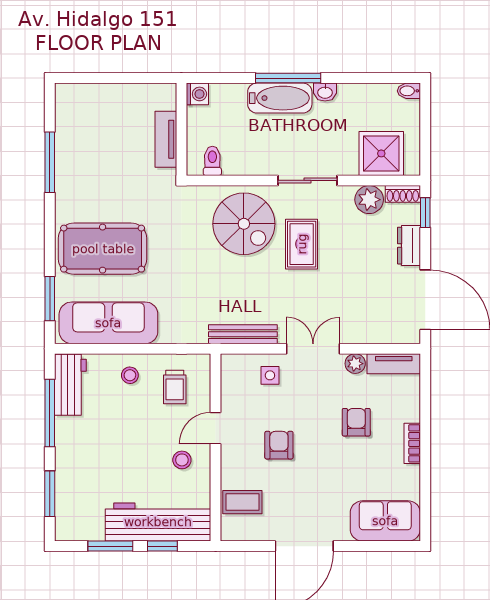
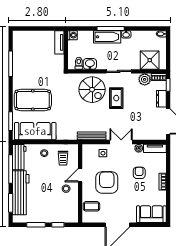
tv unit: (166, 139) -> (59, 42), moved
washbasin: (239, 163) -> (90, 64), added
armchair: (279, 445) -> (107, 182), width x1.88, depth x1.88
workbench: (158, 522) -> (21, 193), moved, turned 90

